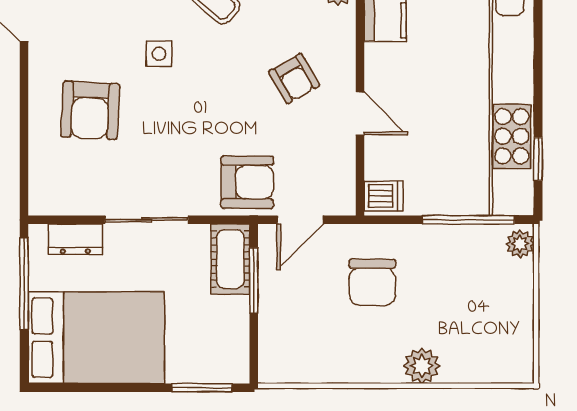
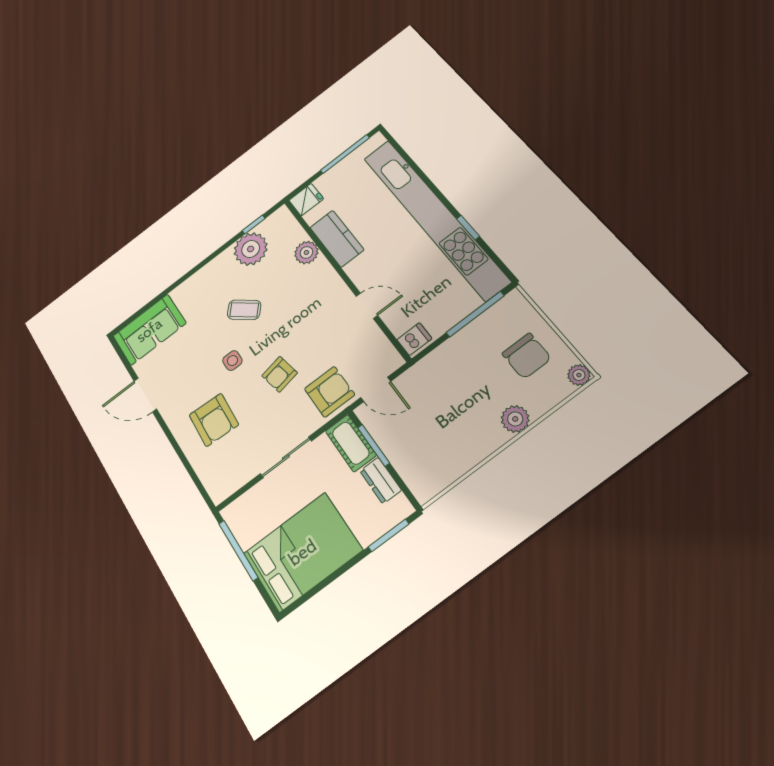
armchair: (294, 79) -> (280, 374), moved, turned 109
window: (538, 159) -> (468, 228), moved
door: (300, 220) -> (376, 389), hinge flipped
dresser: (75, 239) -> (381, 481), moved, turned 90
plant: (520, 244) -> (579, 375), moved
chair: (372, 282) -> (527, 356), moved

